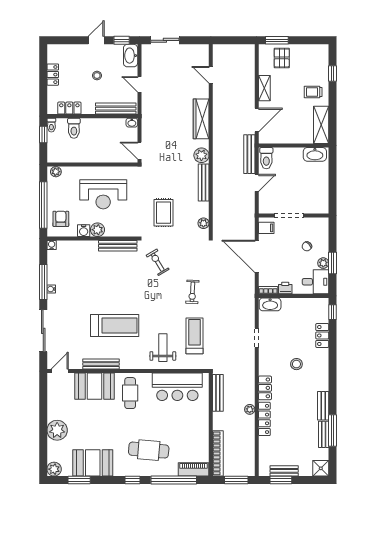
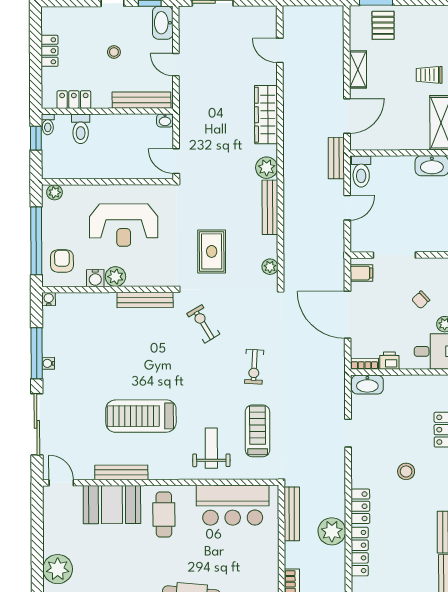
bench: (249, 154) -> (336, 158), width x0.73
treadmill: (115, 325) -> (141, 416), turned 180
door: (60, 371) -> (61, 483), hinge flipped
plant: (250, 409) -> (332, 531), width x1.88, depth x1.88

